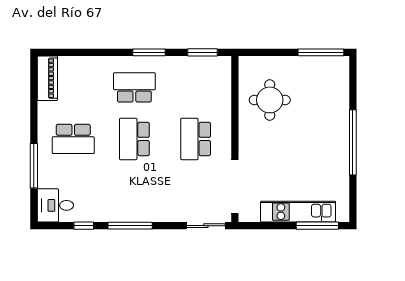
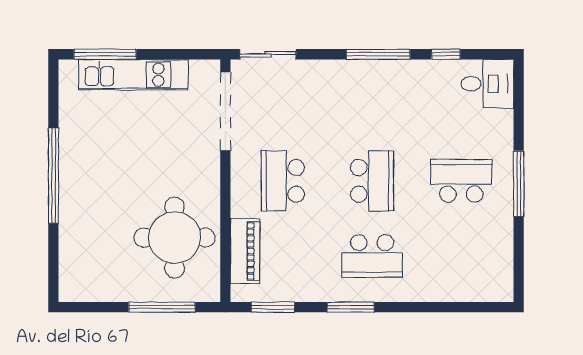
window: (321, 52) -> (162, 307), moved
piano: (47, 78) -> (245, 251), moved, turned 180
round table: (270, 100) -> (175, 238), width x1.36, depth x1.36
school desk: (196, 139) -> (283, 181), turned 180
window: (34, 166) -> (519, 184), moved

